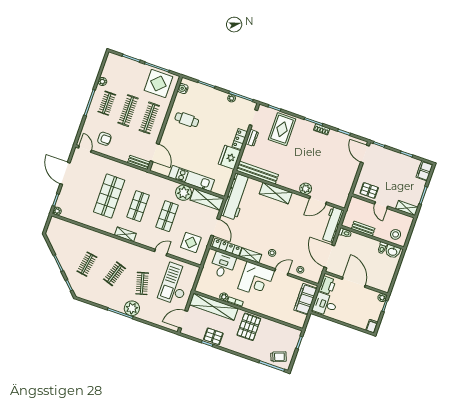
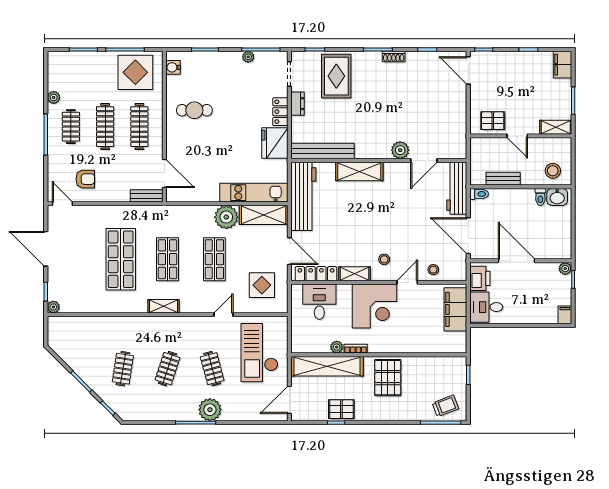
kitchen unit: (192, 178) -> (254, 193), moved

